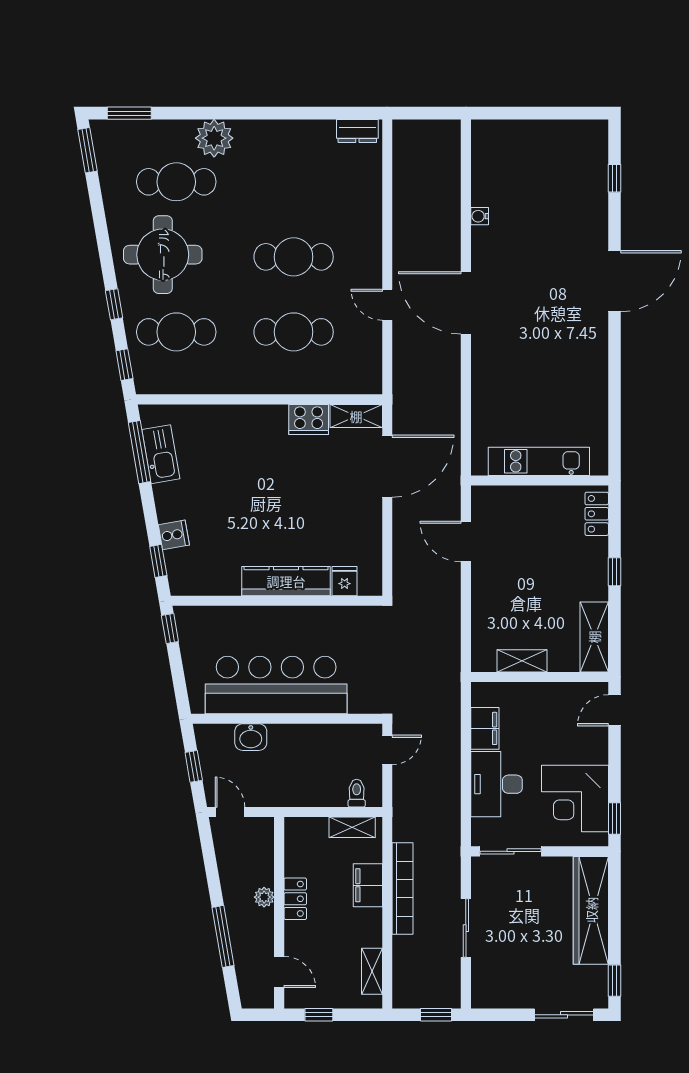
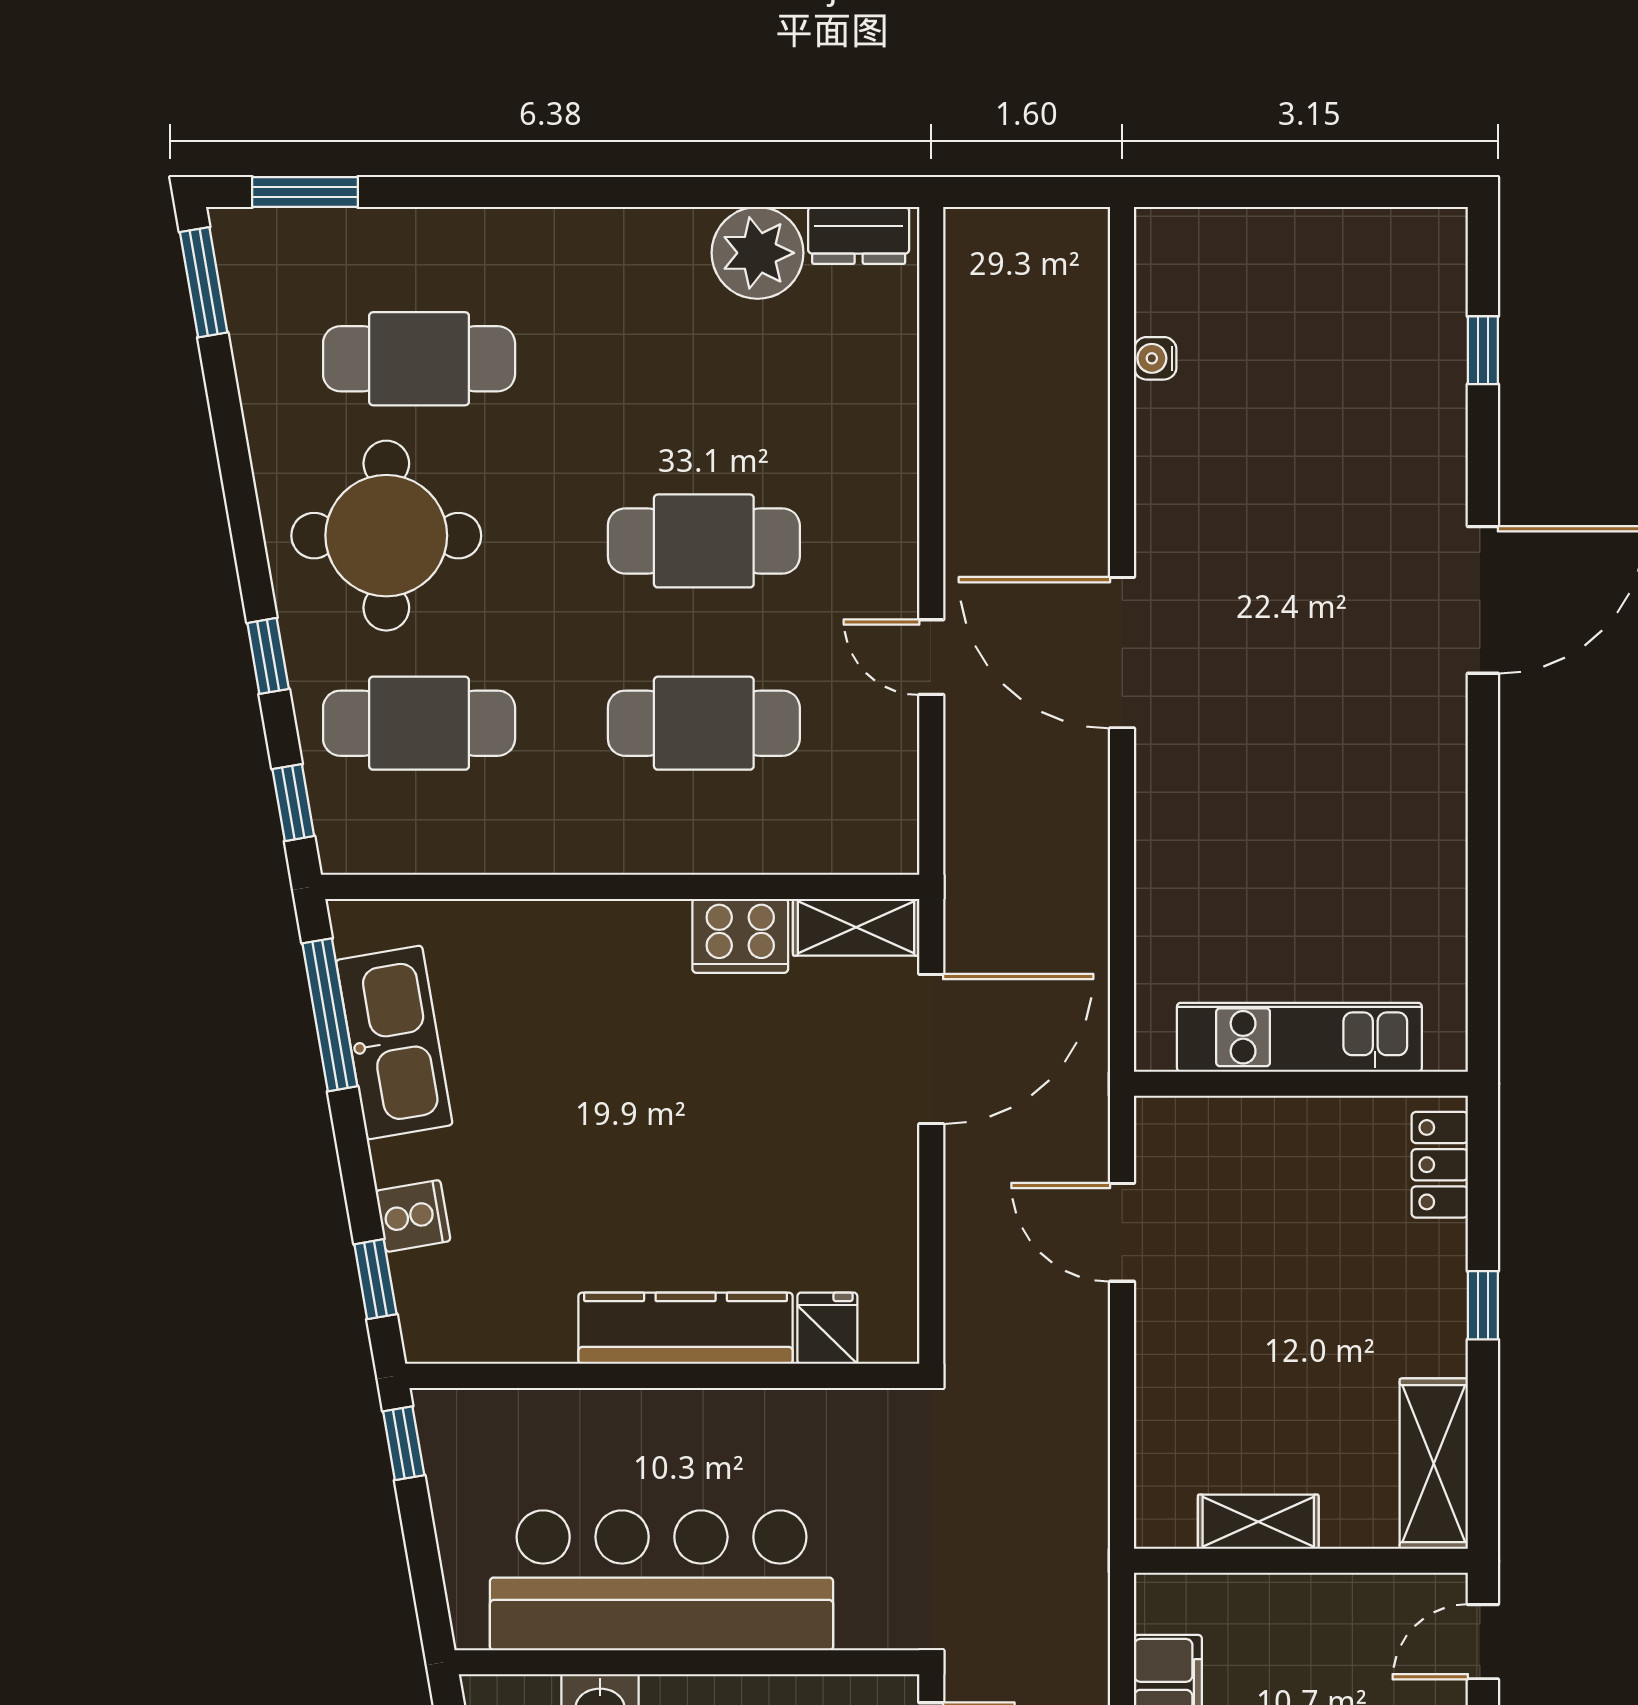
plant: (214, 138) -> (758, 253), moved
water cooler: (480, 216) -> (1155, 358), moved
kitchen sink: (161, 454) -> (394, 1042), width x1.36, depth x1.24

